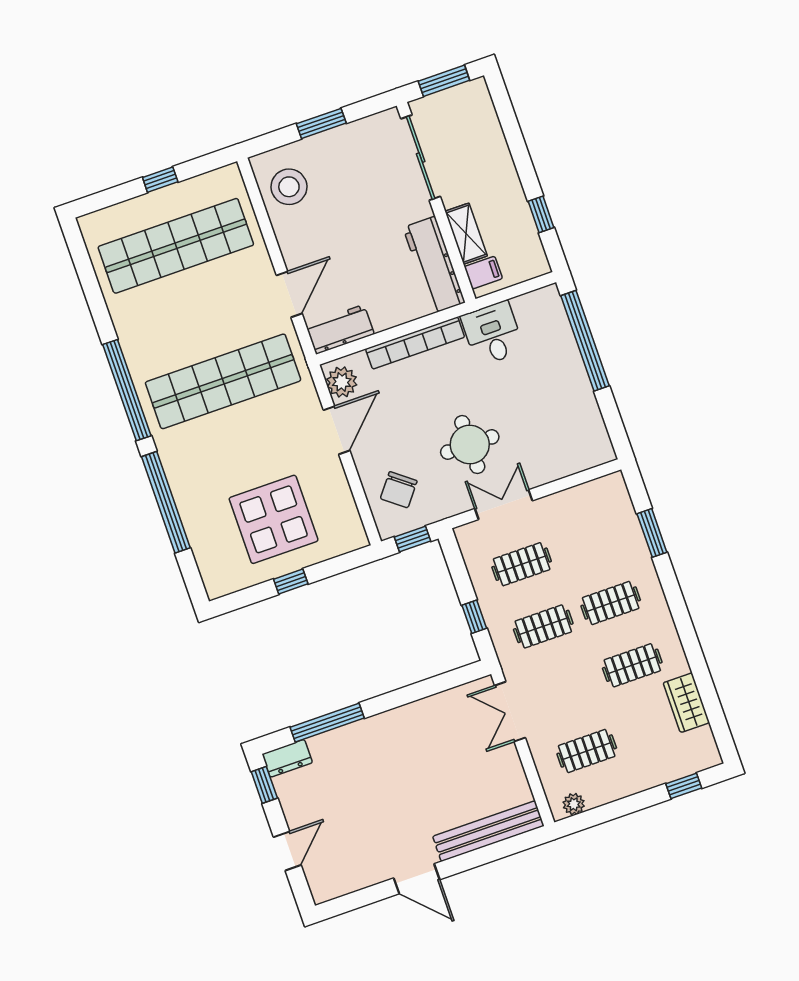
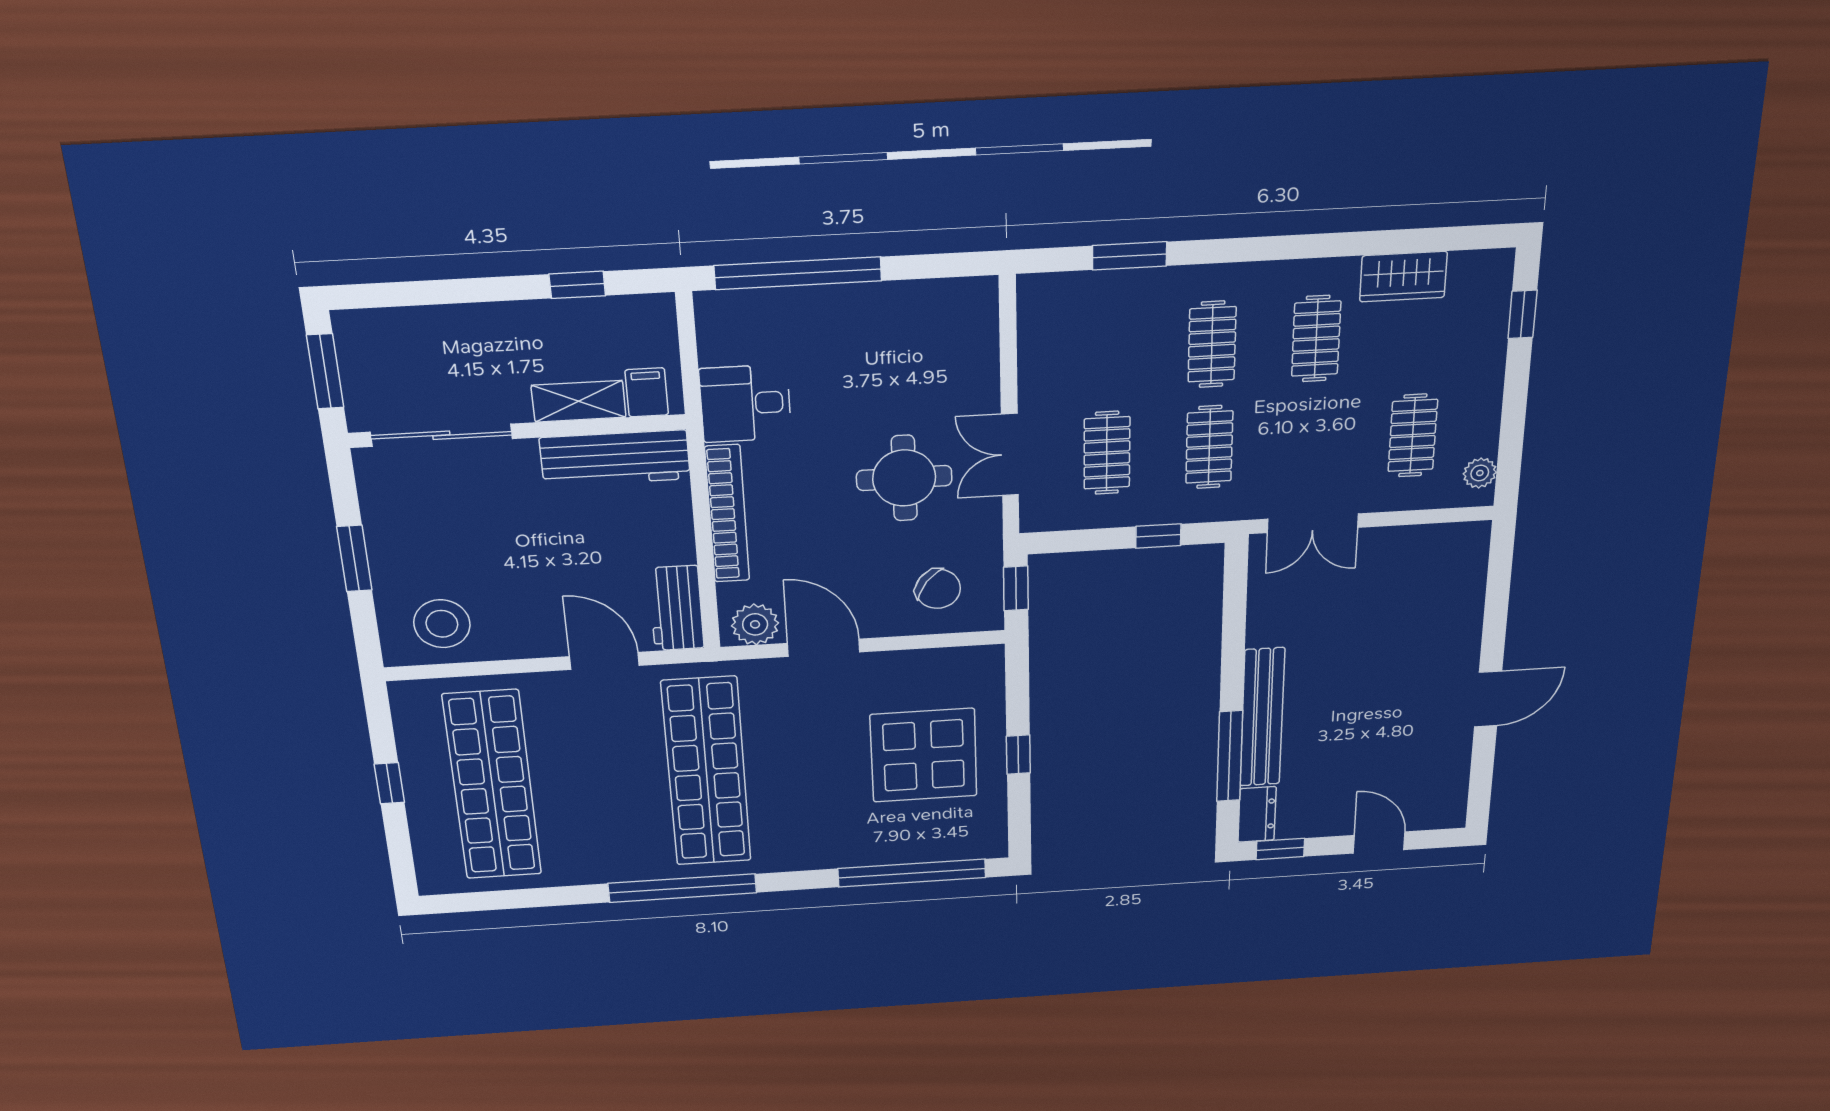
window: (166, 502) -> (912, 873), moved
bench: (488, 831) -> (1262, 717), moved

